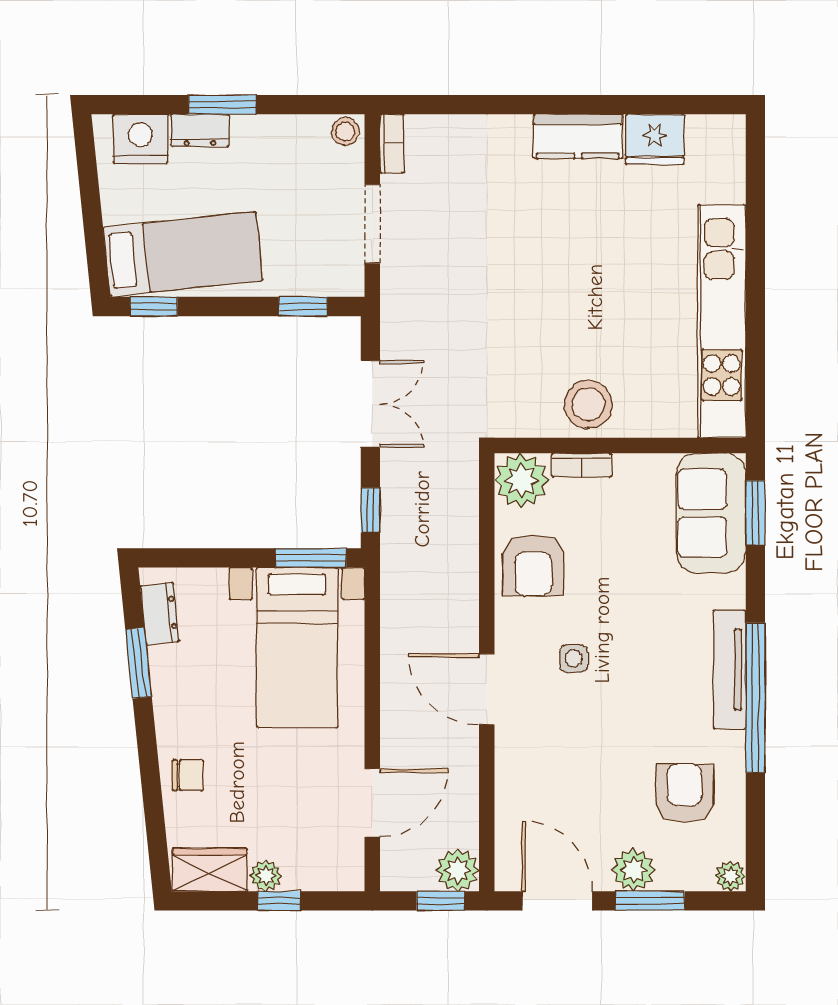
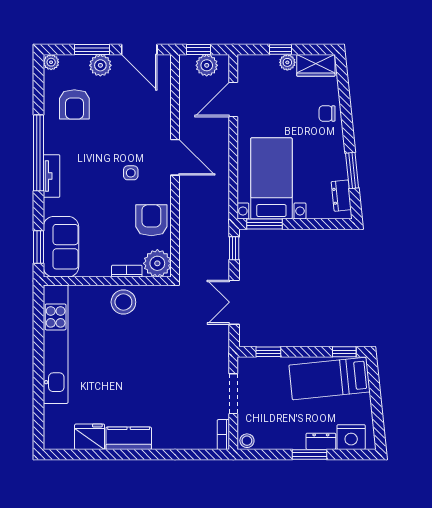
tv unit: (730, 669) -> (52, 176), width x0.71
plant: (458, 870) -> (207, 65), moved

